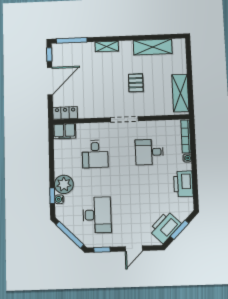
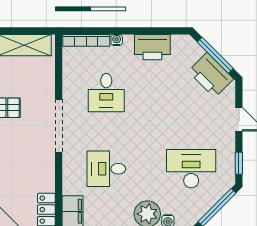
doorway: (124, 119) -> (59, 126), width x1.36
desk: (95, 154) -> (106, 169), turned 180
window: (180, 230) -> (215, 55), width x1.44

